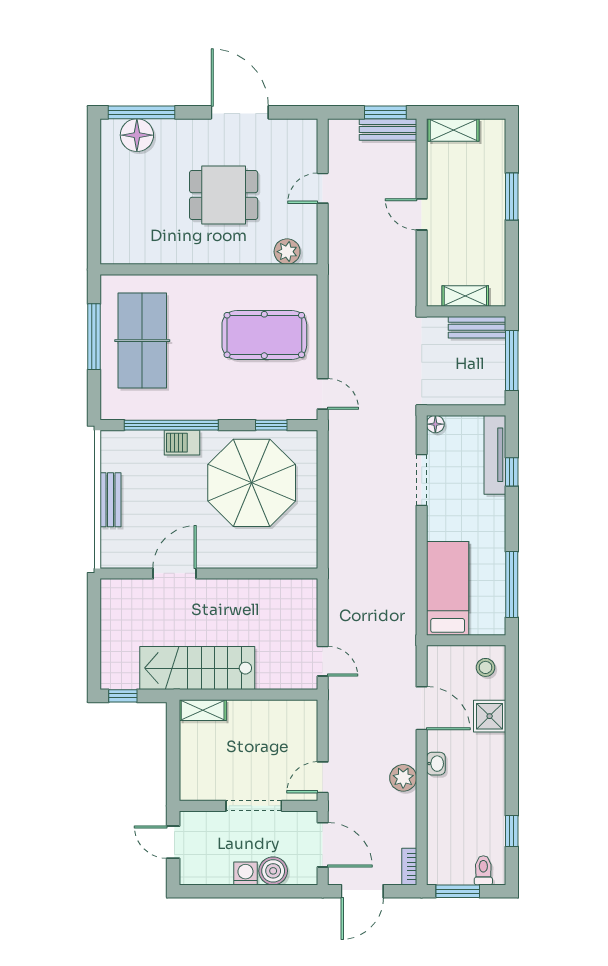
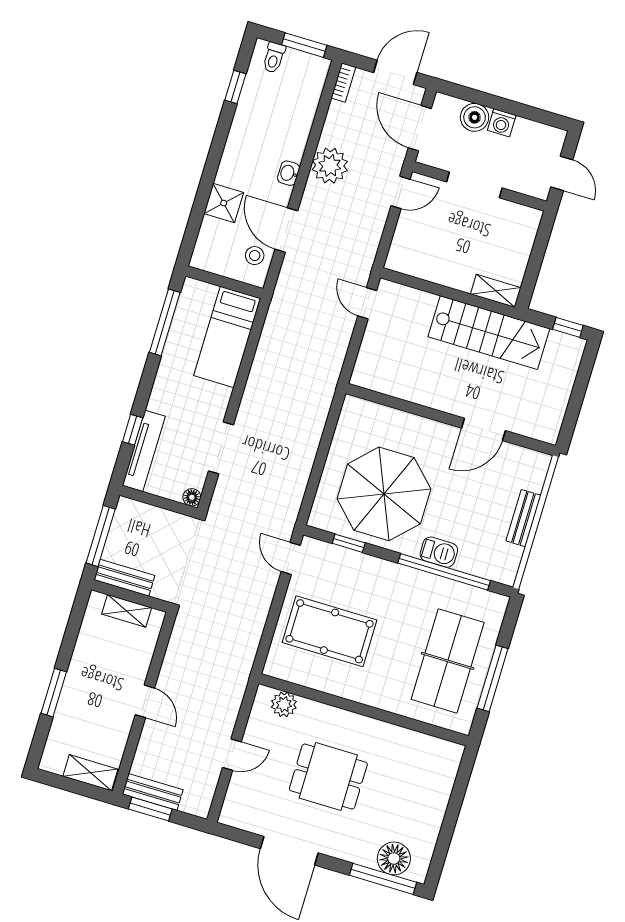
stool: (485, 667) -> (255, 256), moved
plant: (403, 778) -> (330, 166), width x1.36, depth x1.36

